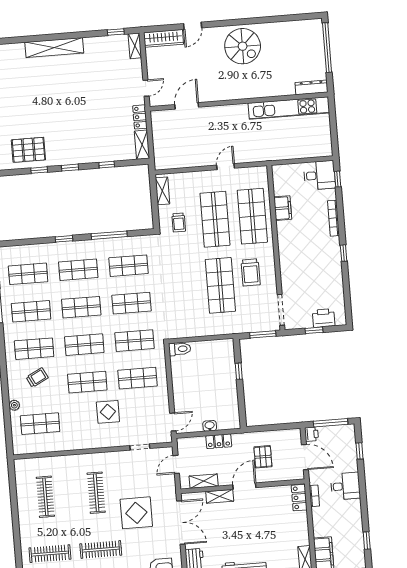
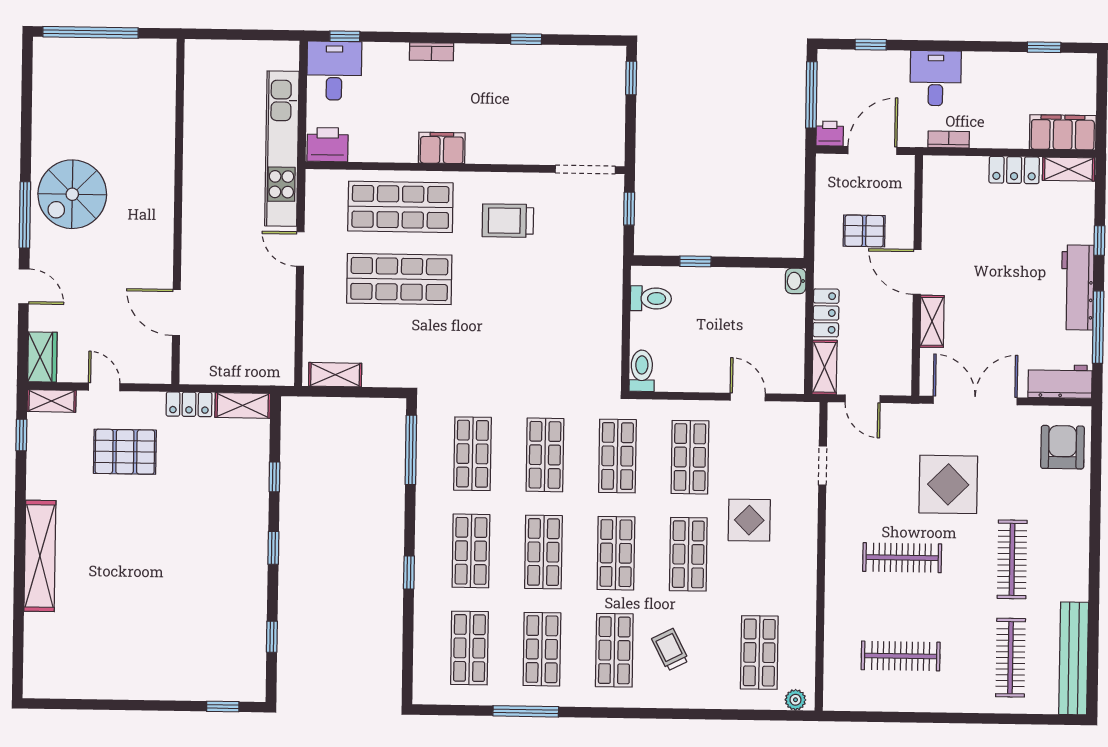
window: (230, 23) -> (25, 215), added
wardrobe: (163, 38) -> (42, 357), width x0.67
spiral stairs: (243, 46) -> (72, 194), turned 180
dresser: (311, 87) -> (164, 70), removed
door: (146, 88) -> (104, 387), moved
kitchen unit: (289, 108) -> (282, 149), moved, turned 180
pallet: (28, 150) -> (125, 452), moved, turned 90
window: (39, 170) -> (272, 637), moved
filing cabinet: (283, 208) -> (442, 148), moved
bookcase: (333, 218) -> (431, 52), width x0.64
trolley: (179, 223) -> (399, 349), removed
window: (109, 235) -> (411, 450), moved
window: (344, 253) -> (526, 39), moved
trolley: (251, 272) -> (508, 221), turned 180
shop shelf: (220, 285) -> (527, 281), removed
printer: (324, 318) -> (328, 145), moved, turned 90
window: (314, 330) -> (631, 78), moved
window: (263, 334) -> (629, 209), width x0.67
toilet: (218, 350) -> (651, 298), added
plant: (14, 405) -> (795, 700), moved
door: (173, 422) -> (748, 397), moved
washbasin: (210, 426) -> (796, 281), moved
shelving: (204, 481) -> (825, 367), moved
locker: (299, 498) -> (1014, 170), moved

